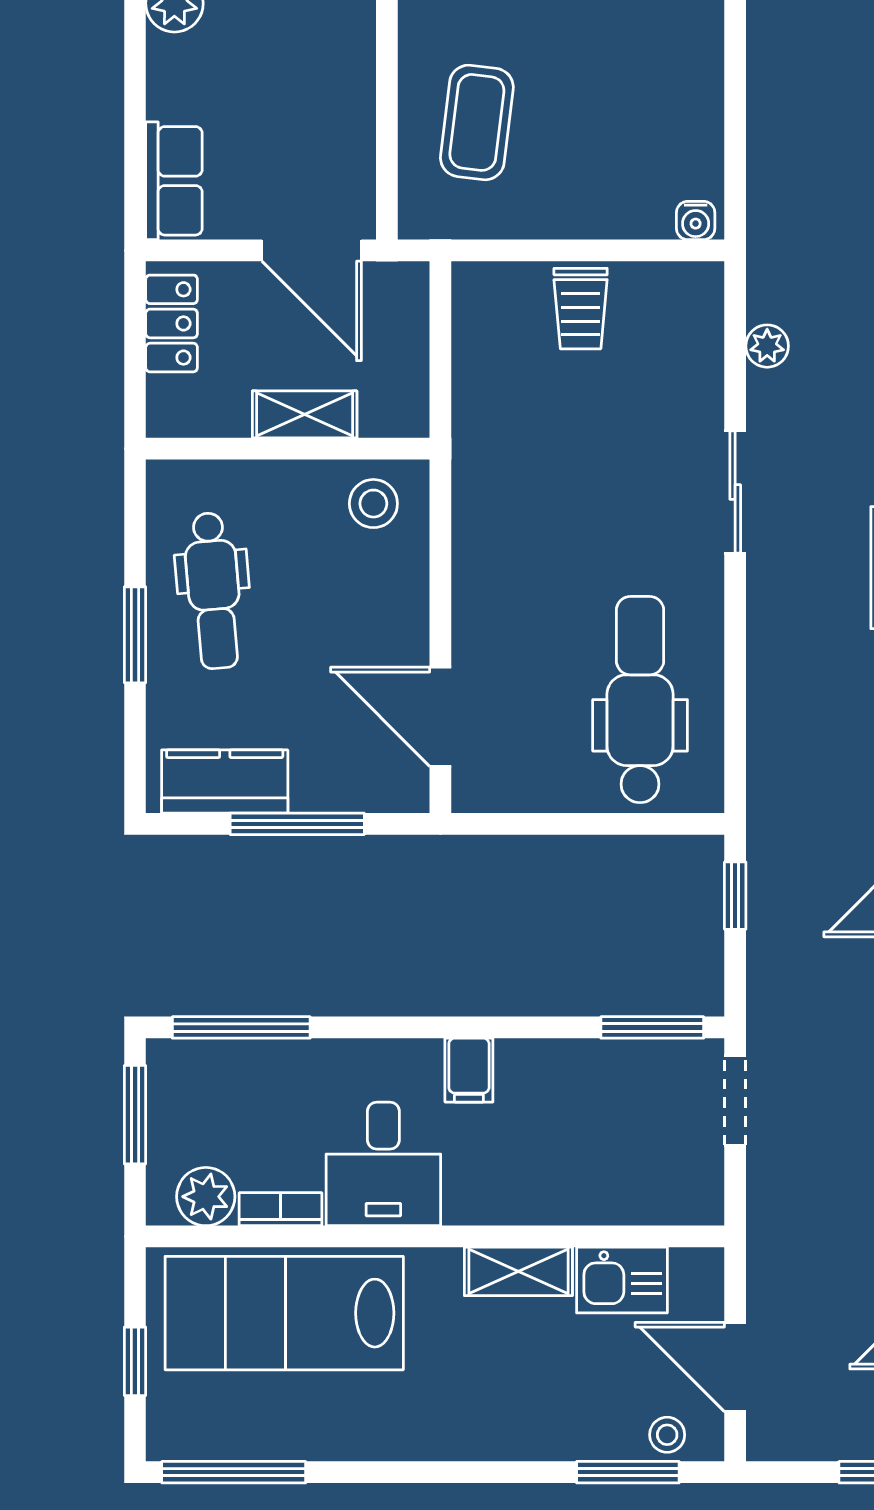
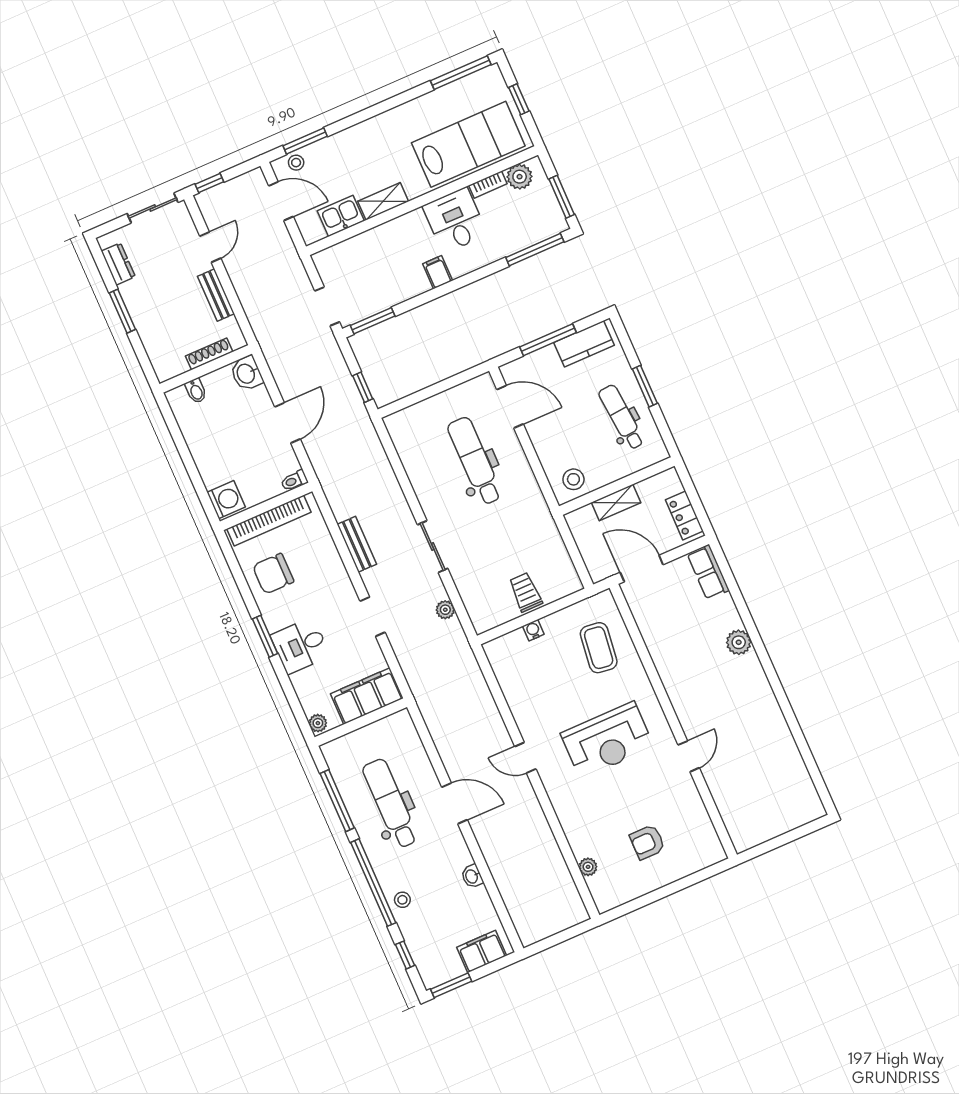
water cooler: (696, 221) -> (533, 630), moved
dental chair: (640, 700) -> (475, 461), moved, turned 180

